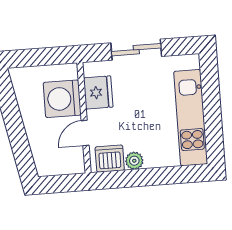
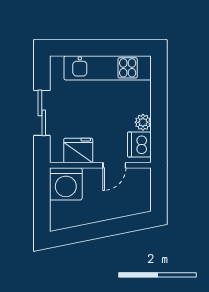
washing machine: (62, 99) -> (66, 184), moved
door: (85, 133) -> (114, 165), hinge flipped

